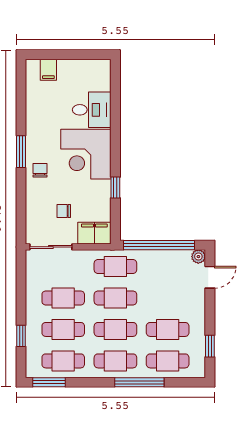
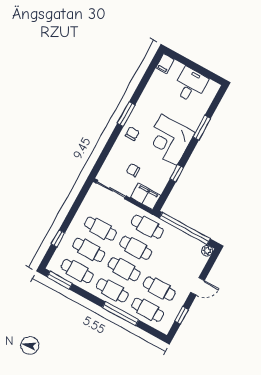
filing cabinet: (48, 70) -> (165, 63), moved
desk: (92, 110) -> (190, 85), moved, turned -90
window: (115, 120) -> (202, 128), added
door: (210, 277) -> (198, 286), moved

